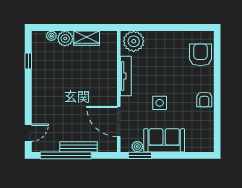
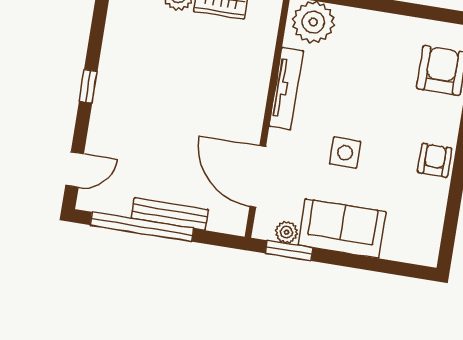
window: (28, 61) -> (88, 86), moved
armchair: (204, 99) -> (435, 160), turned 180

